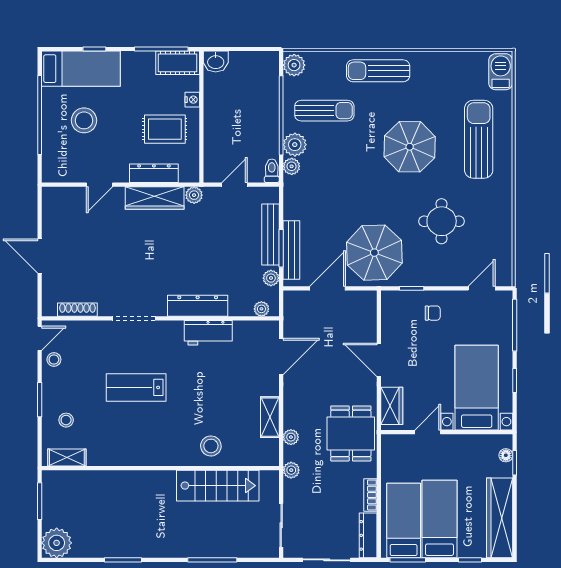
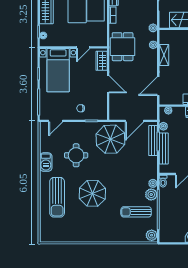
sun lounger: (378, 71) -> (109, 232), removed
barbecue: (501, 72) -> (46, 162), moved

